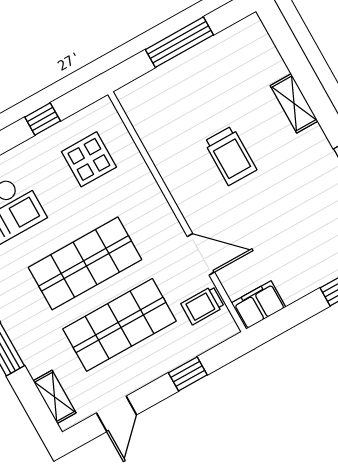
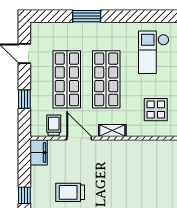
trolley: (230, 156) -> (70, 192), moved
door: (201, 254) -> (79, 138), swing flipped
shelving: (54, 397) -> (112, 131), moved

